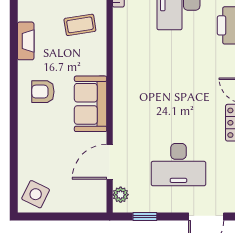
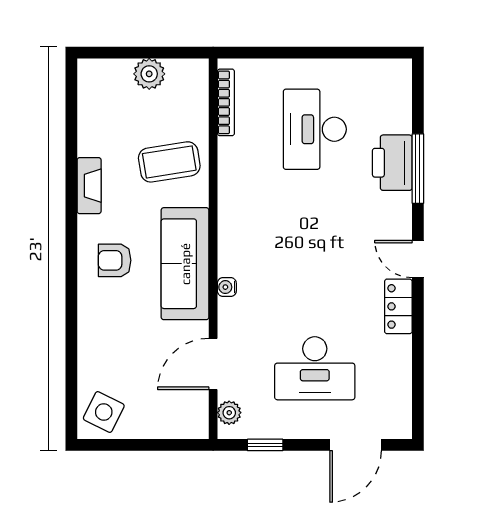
coffee table: (80, 25) -> (169, 162), width x1.36, depth x1.30
sofa: (91, 104) -> (185, 264), width x1.36
water cooler: (119, 110) -> (227, 287), added

